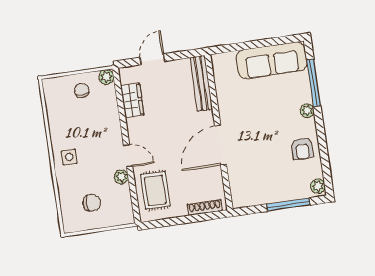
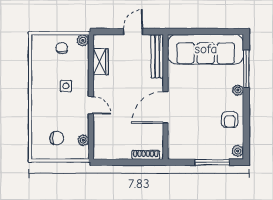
door: (152, 59) -> (133, 32), moved
sofa: (272, 60) -> (206, 49), width x1.36, depth x1.27
side table: (69, 157) -> (66, 86), moved
plant: (121, 177) -> (83, 140), moved
rug: (155, 190) -> (109, 136), removed

